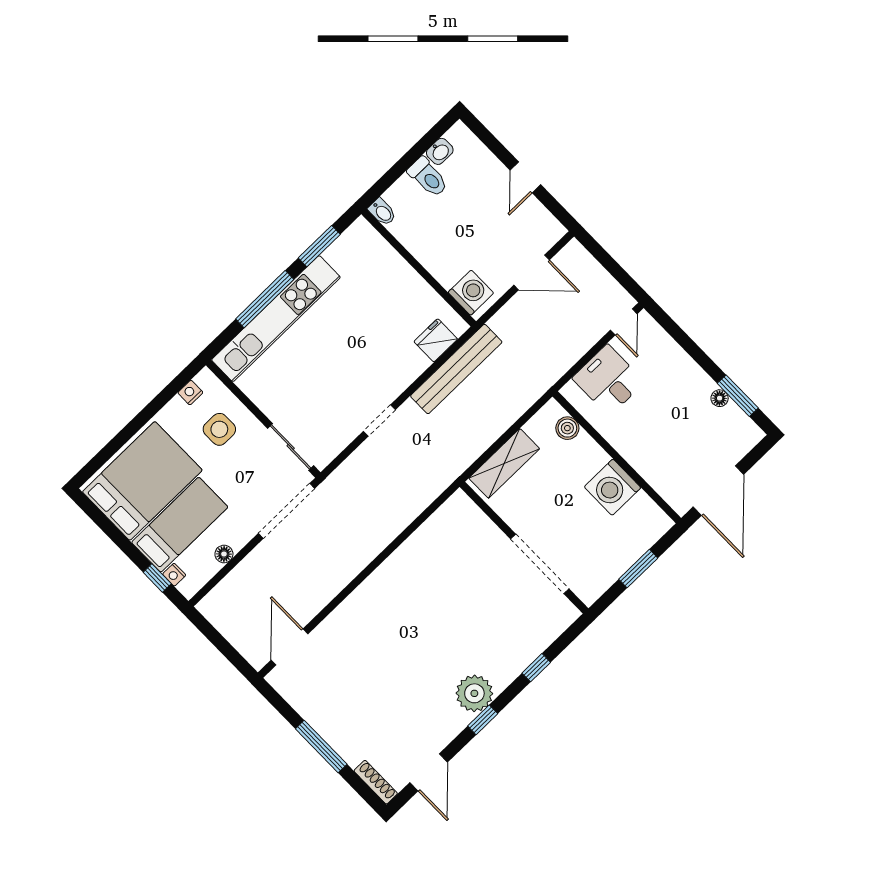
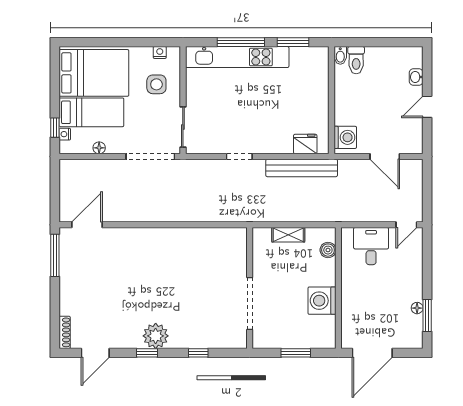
washbasin: (440, 151) -> (416, 77), moved, turned 90
toilet: (428, 177) -> (356, 60), moved
shelving: (504, 463) -> (288, 235), width x0.67, depth x0.75
window: (321, 747) -> (55, 255), moved

